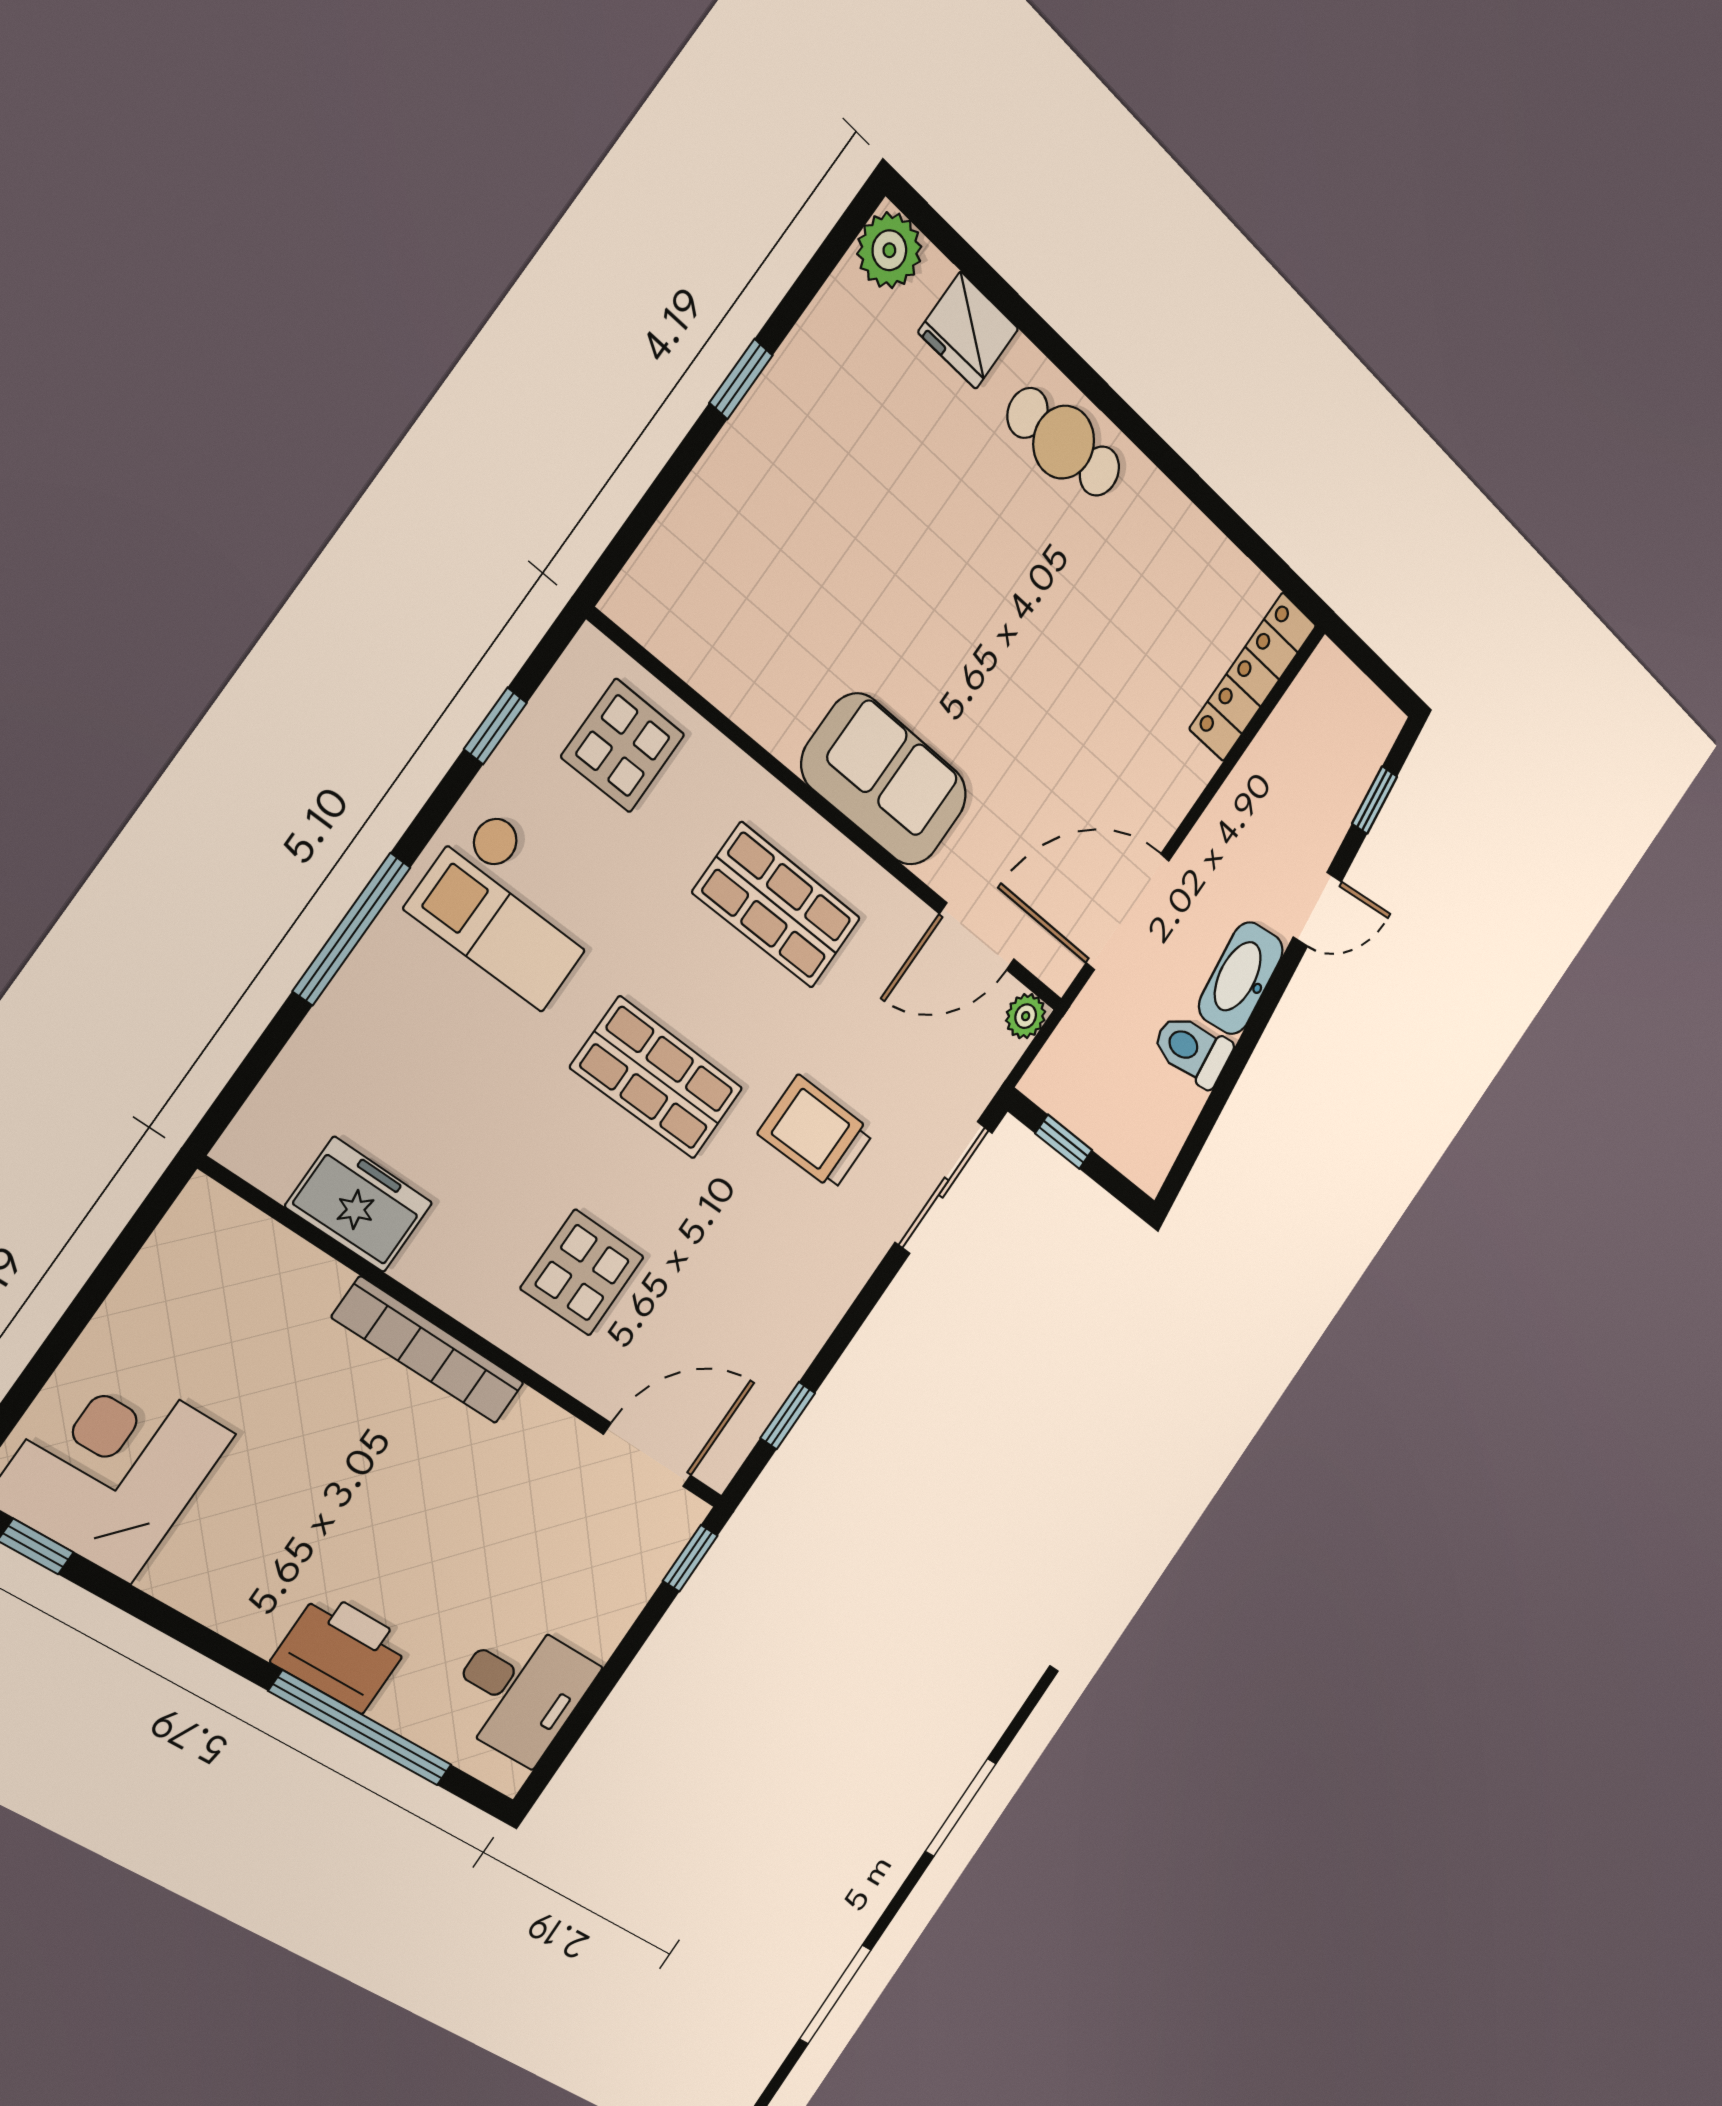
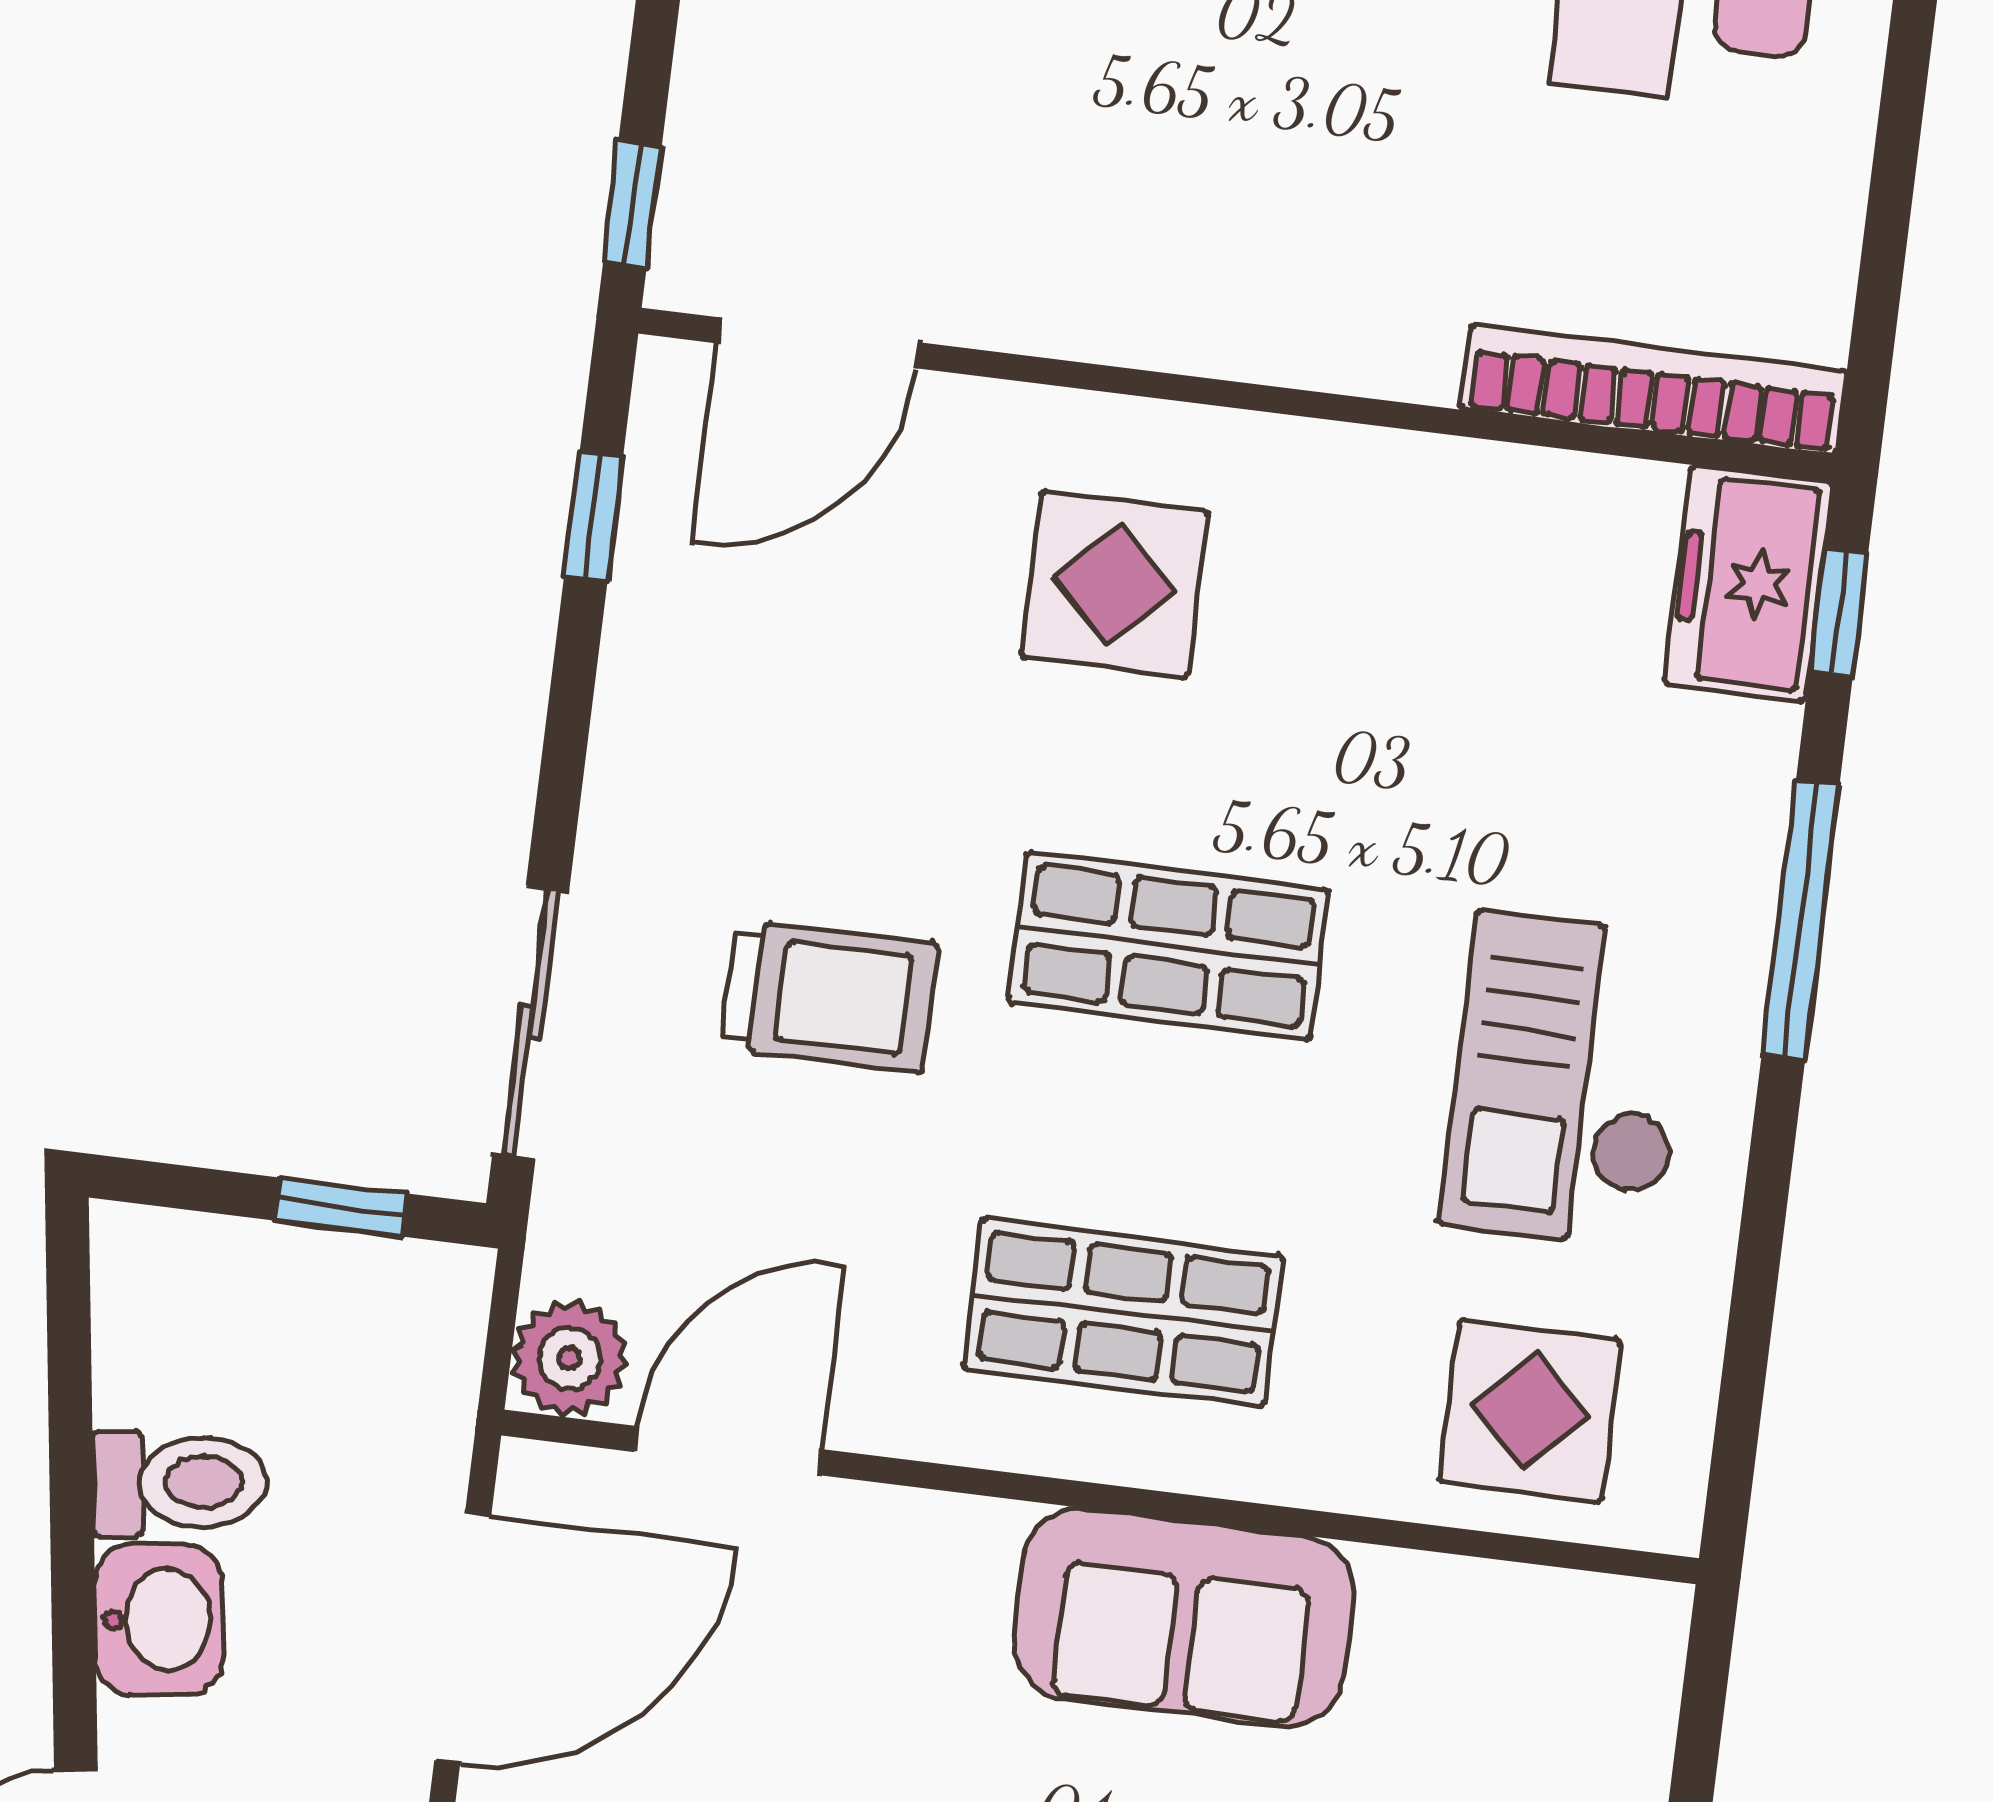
window: (495, 726) -> (1839, 612), moved
sofa: (884, 780) -> (1184, 1617), moved
checkout: (511, 907) -> (1568, 1081), turned -90
washbasin: (1241, 978) -> (159, 1619), width x0.72
plant: (1026, 1016) -> (570, 1359), width x1.38, depth x1.38
freezer: (359, 1205) -> (1748, 583), moved, turned 90
bookcase: (429, 1351) -> (1653, 390), moved

